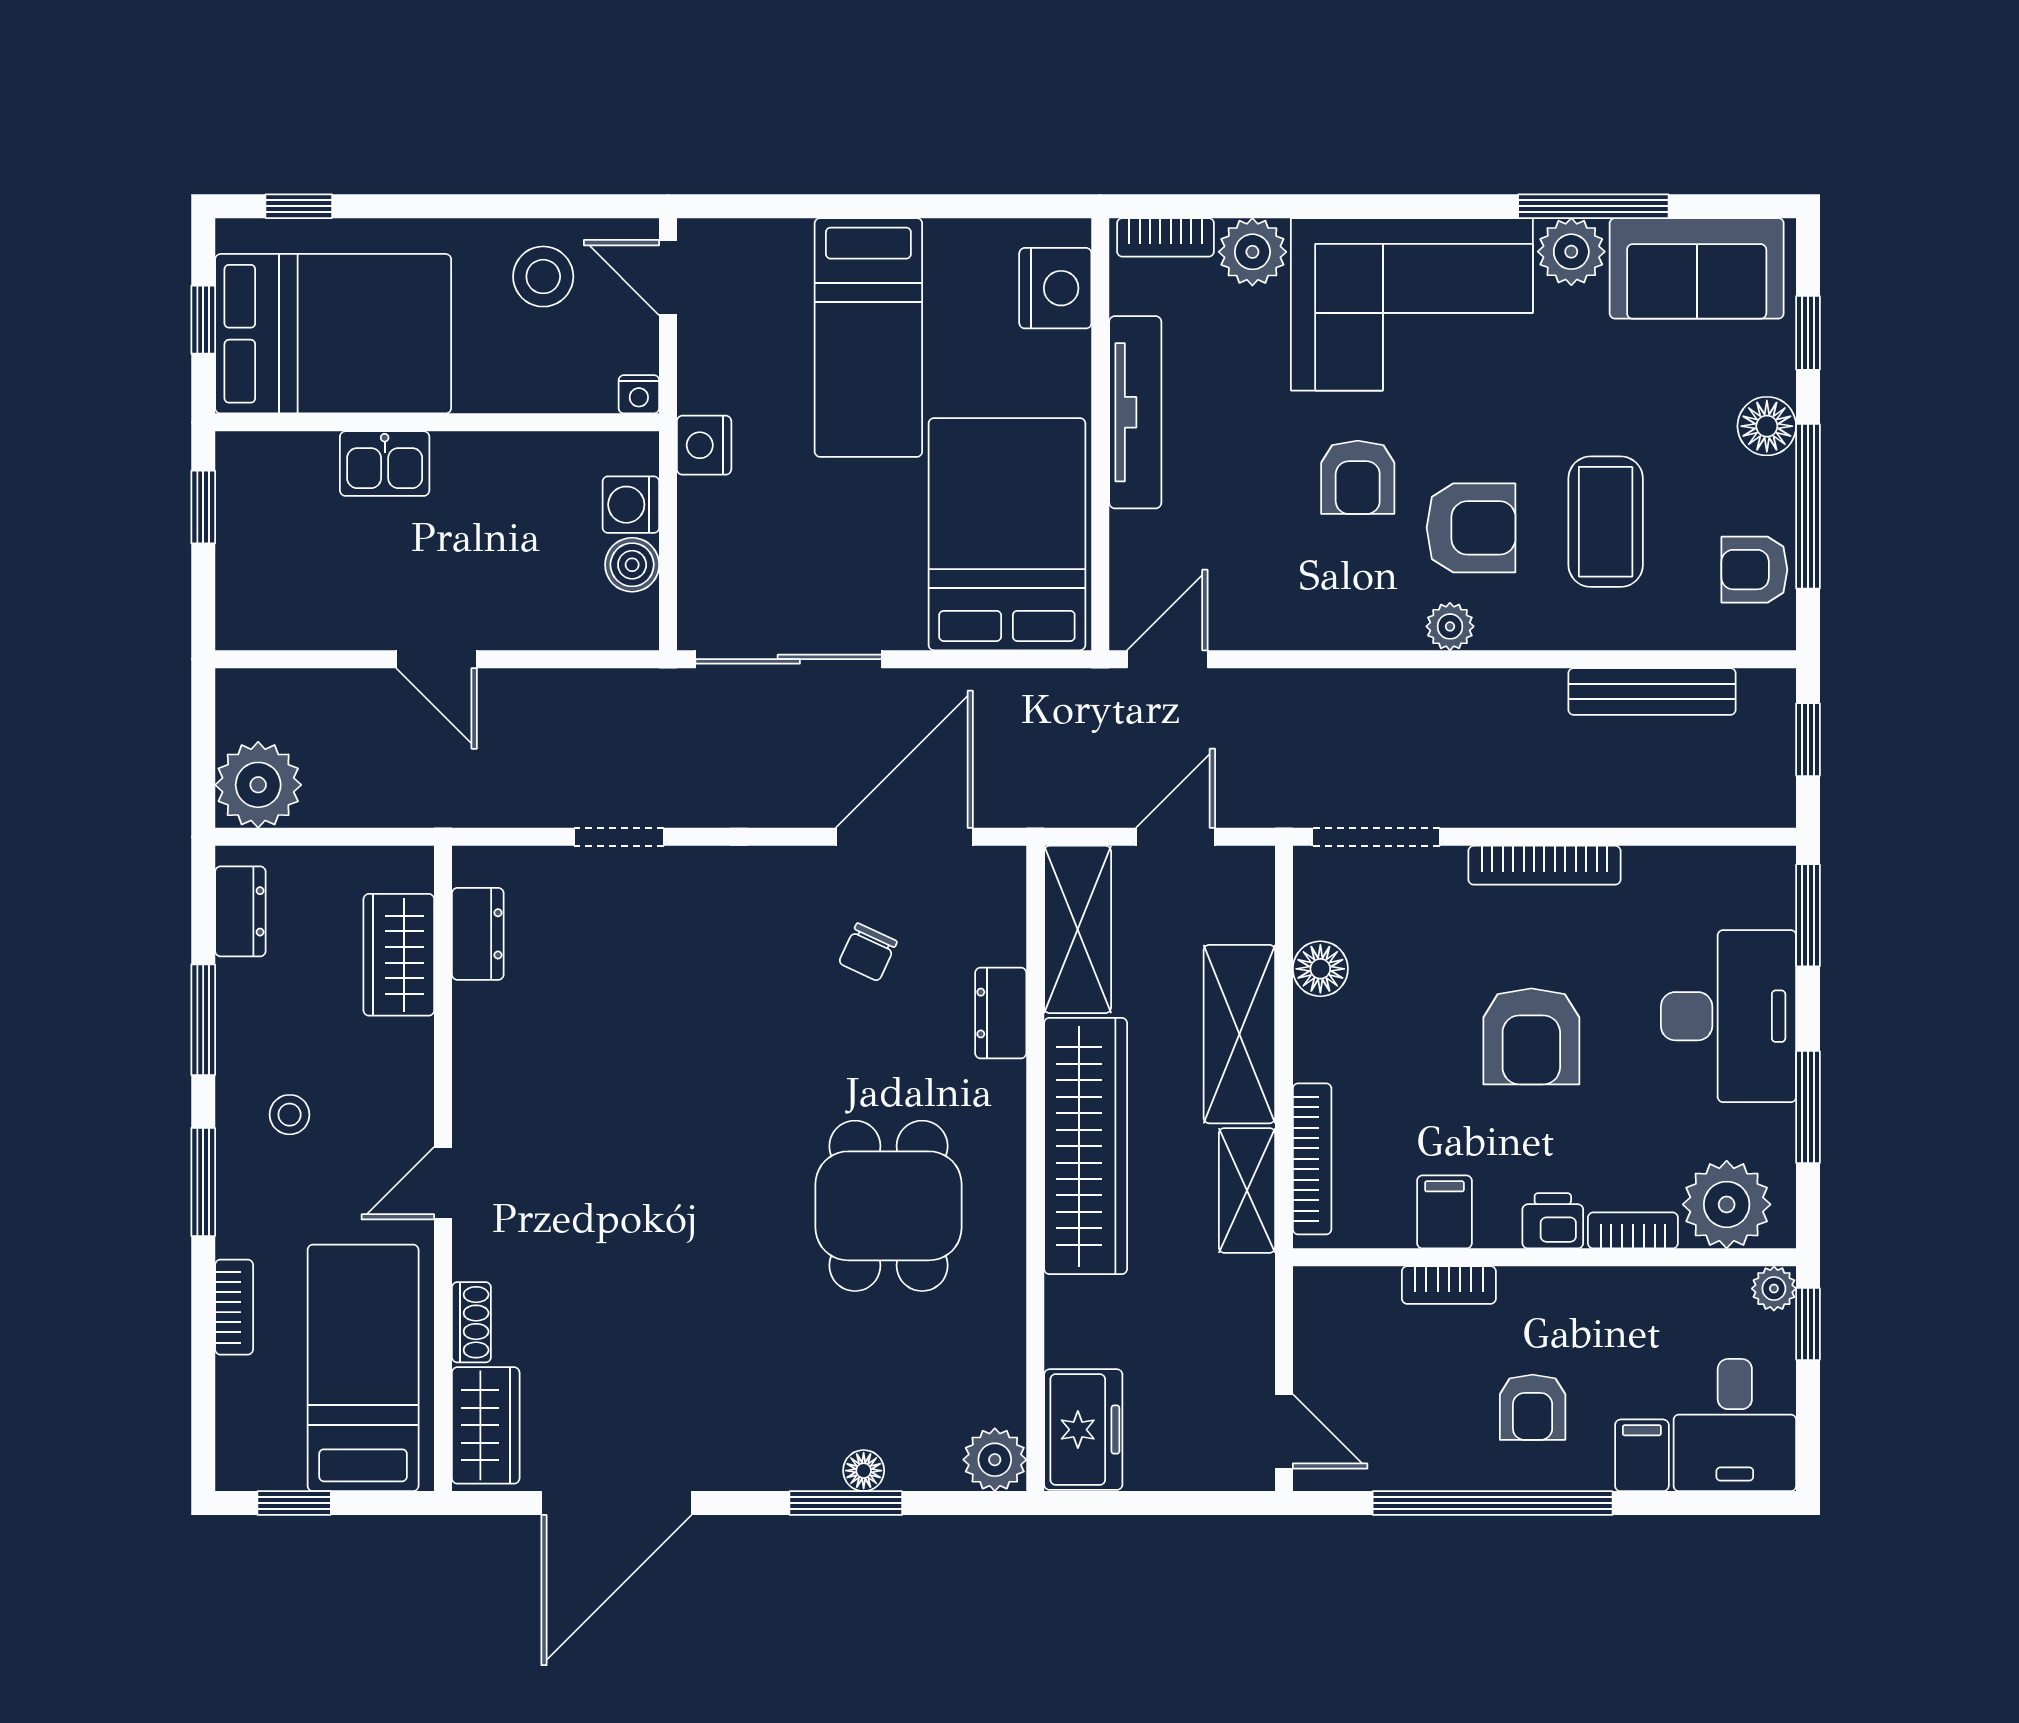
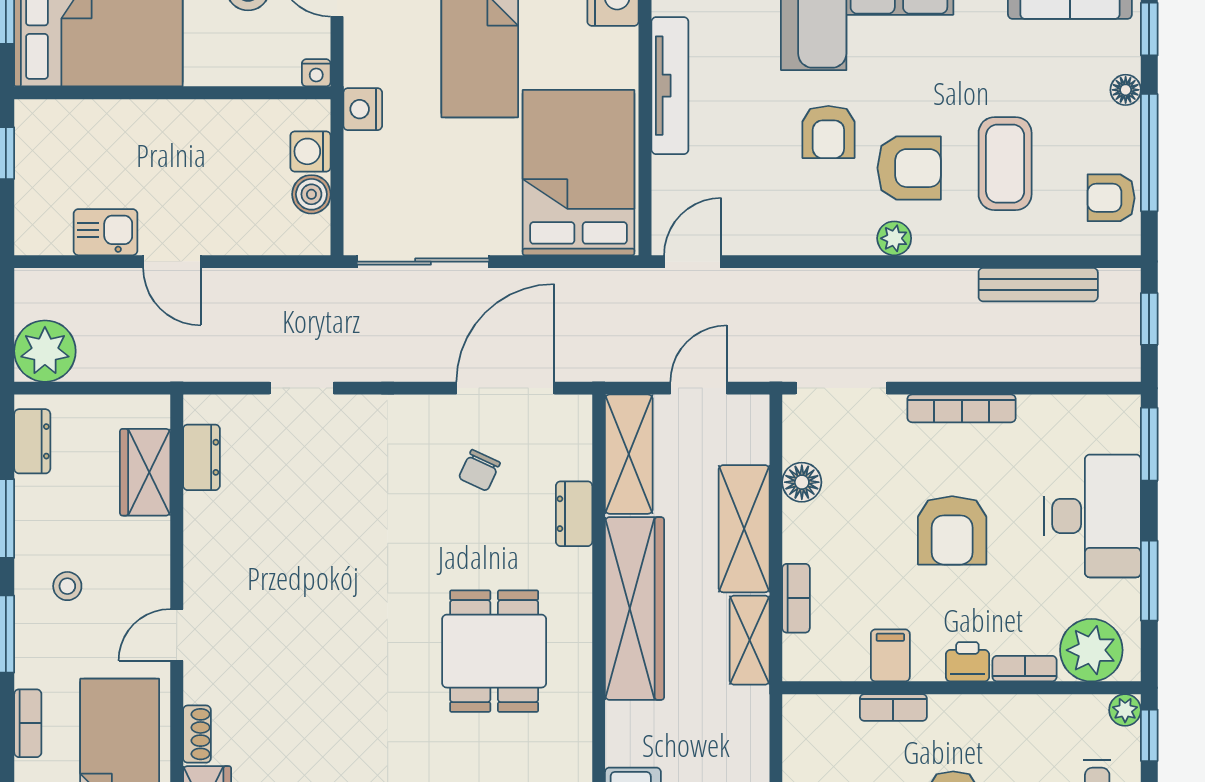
floor lamp: (1767, 426) -> (1126, 90), width x0.73, depth x0.73
kitchen sink: (385, 464) -> (105, 232), moved, turned 180
bookcase: (1312, 1159) -> (796, 598), width x0.64

